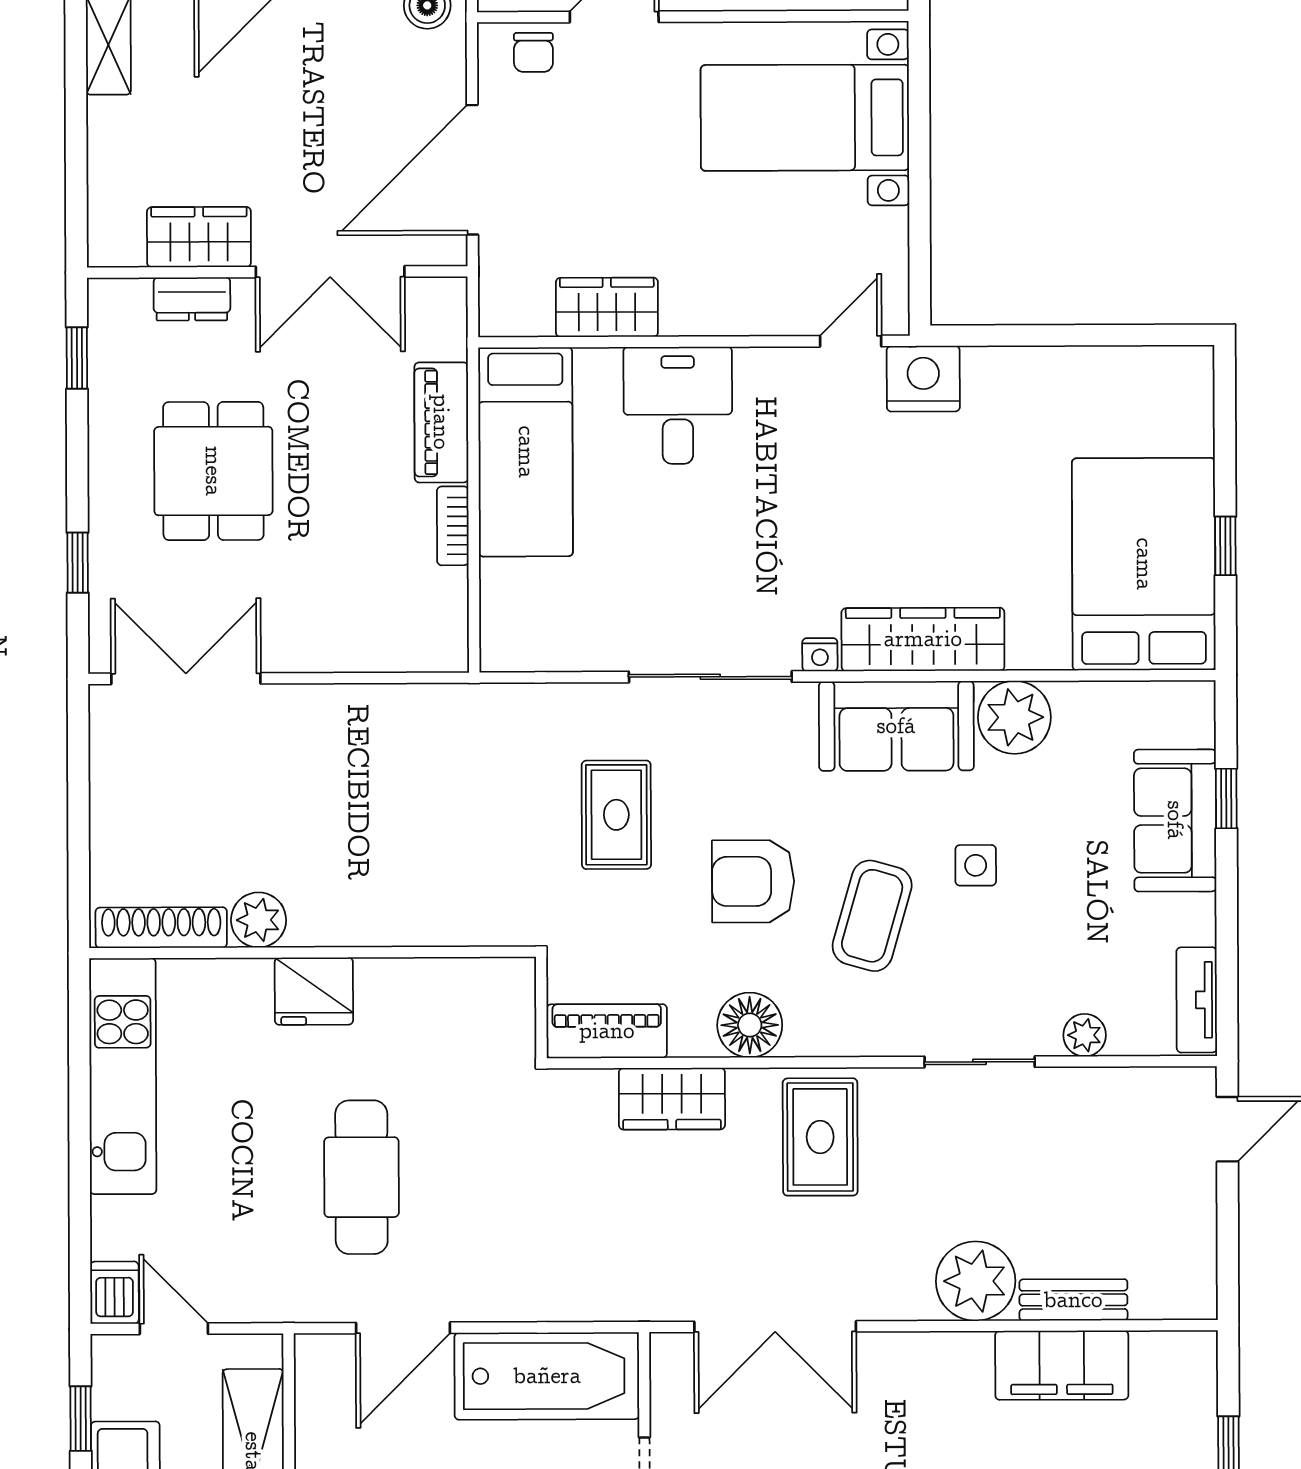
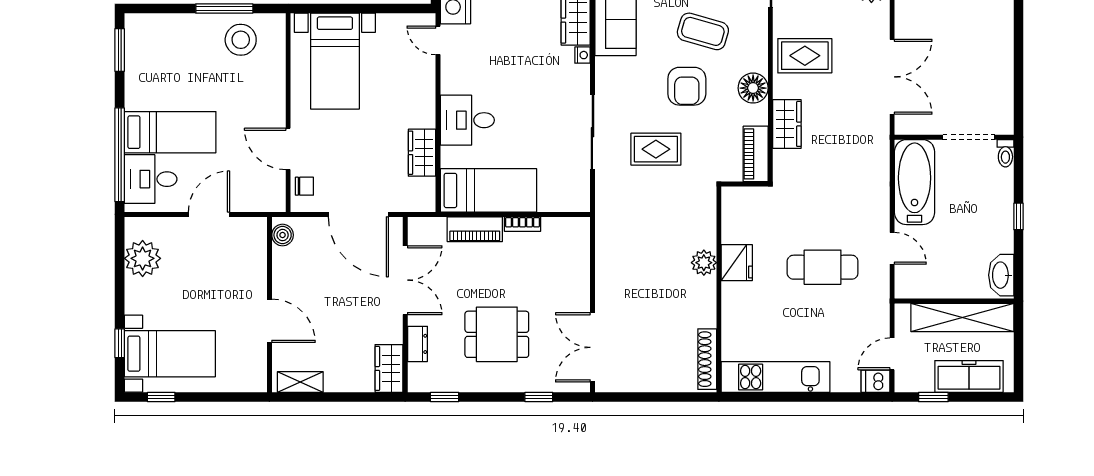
wardrobe: (199, 237) -> (389, 368), moved
sliding door: (710, 677) -> (592, 132), moved
plant: (259, 920) -> (704, 263), moved
fridge: (314, 991) -> (737, 263), moved
door: (403, 1328) -> (892, 248), width x0.73

